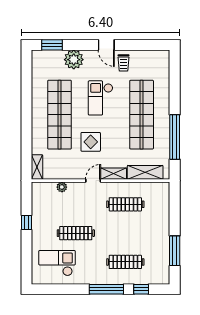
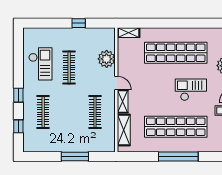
window: (175, 137) -> (178, 156), moved
display table: (91, 142) -> (151, 81), removed
plant: (62, 187) -> (107, 59), width x1.88, depth x1.88
window: (175, 251) -> (75, 156), moved
checkout: (57, 263) -> (40, 64), moved
window: (106, 289) -> (18, 95), width x0.46

